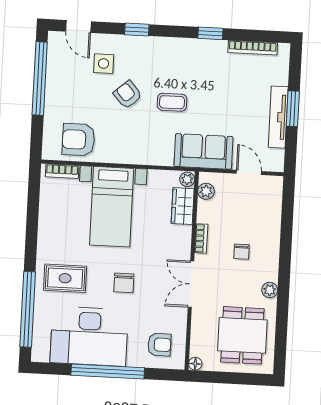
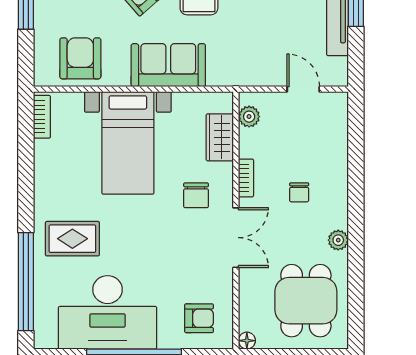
armchair: (78, 140) -> (80, 58), turned 90
sofa: (203, 151) -> (168, 65), moved
bookcase: (62, 171) -> (42, 117), moved, turned -90
plant: (187, 179) -> (224, 102), removed
chair: (124, 283) -> (196, 195), moved
double door: (191, 284) -> (236, 238), swing flipped

